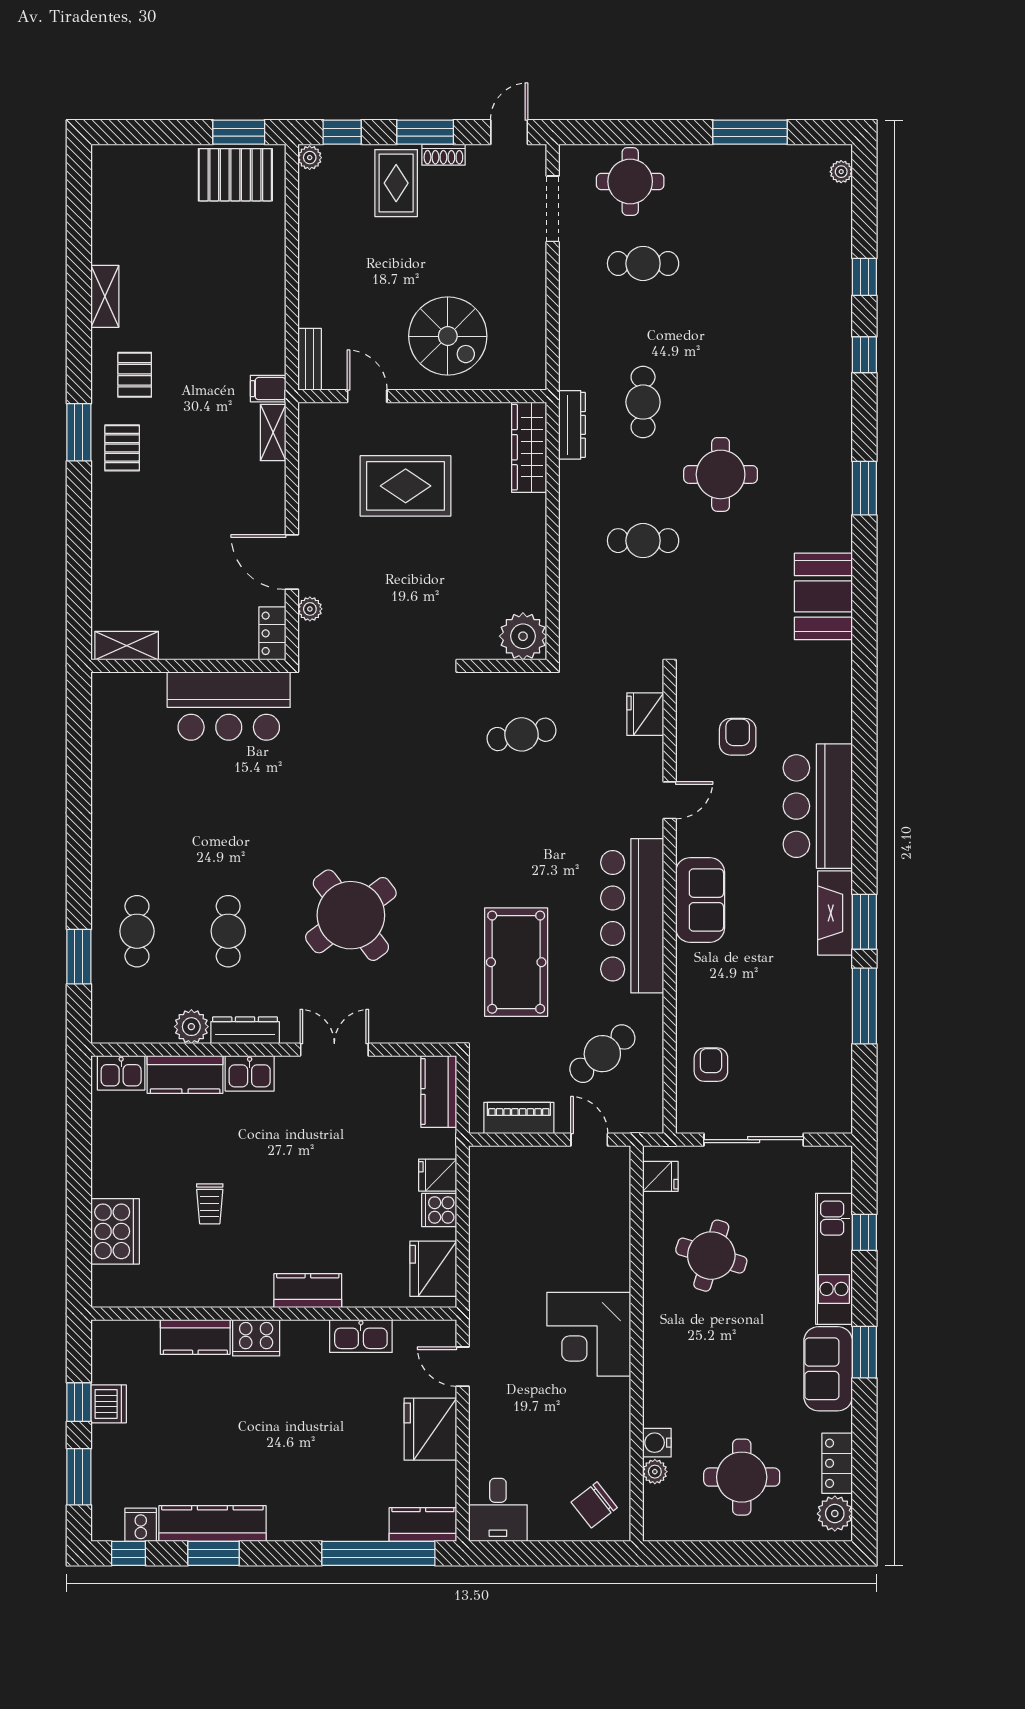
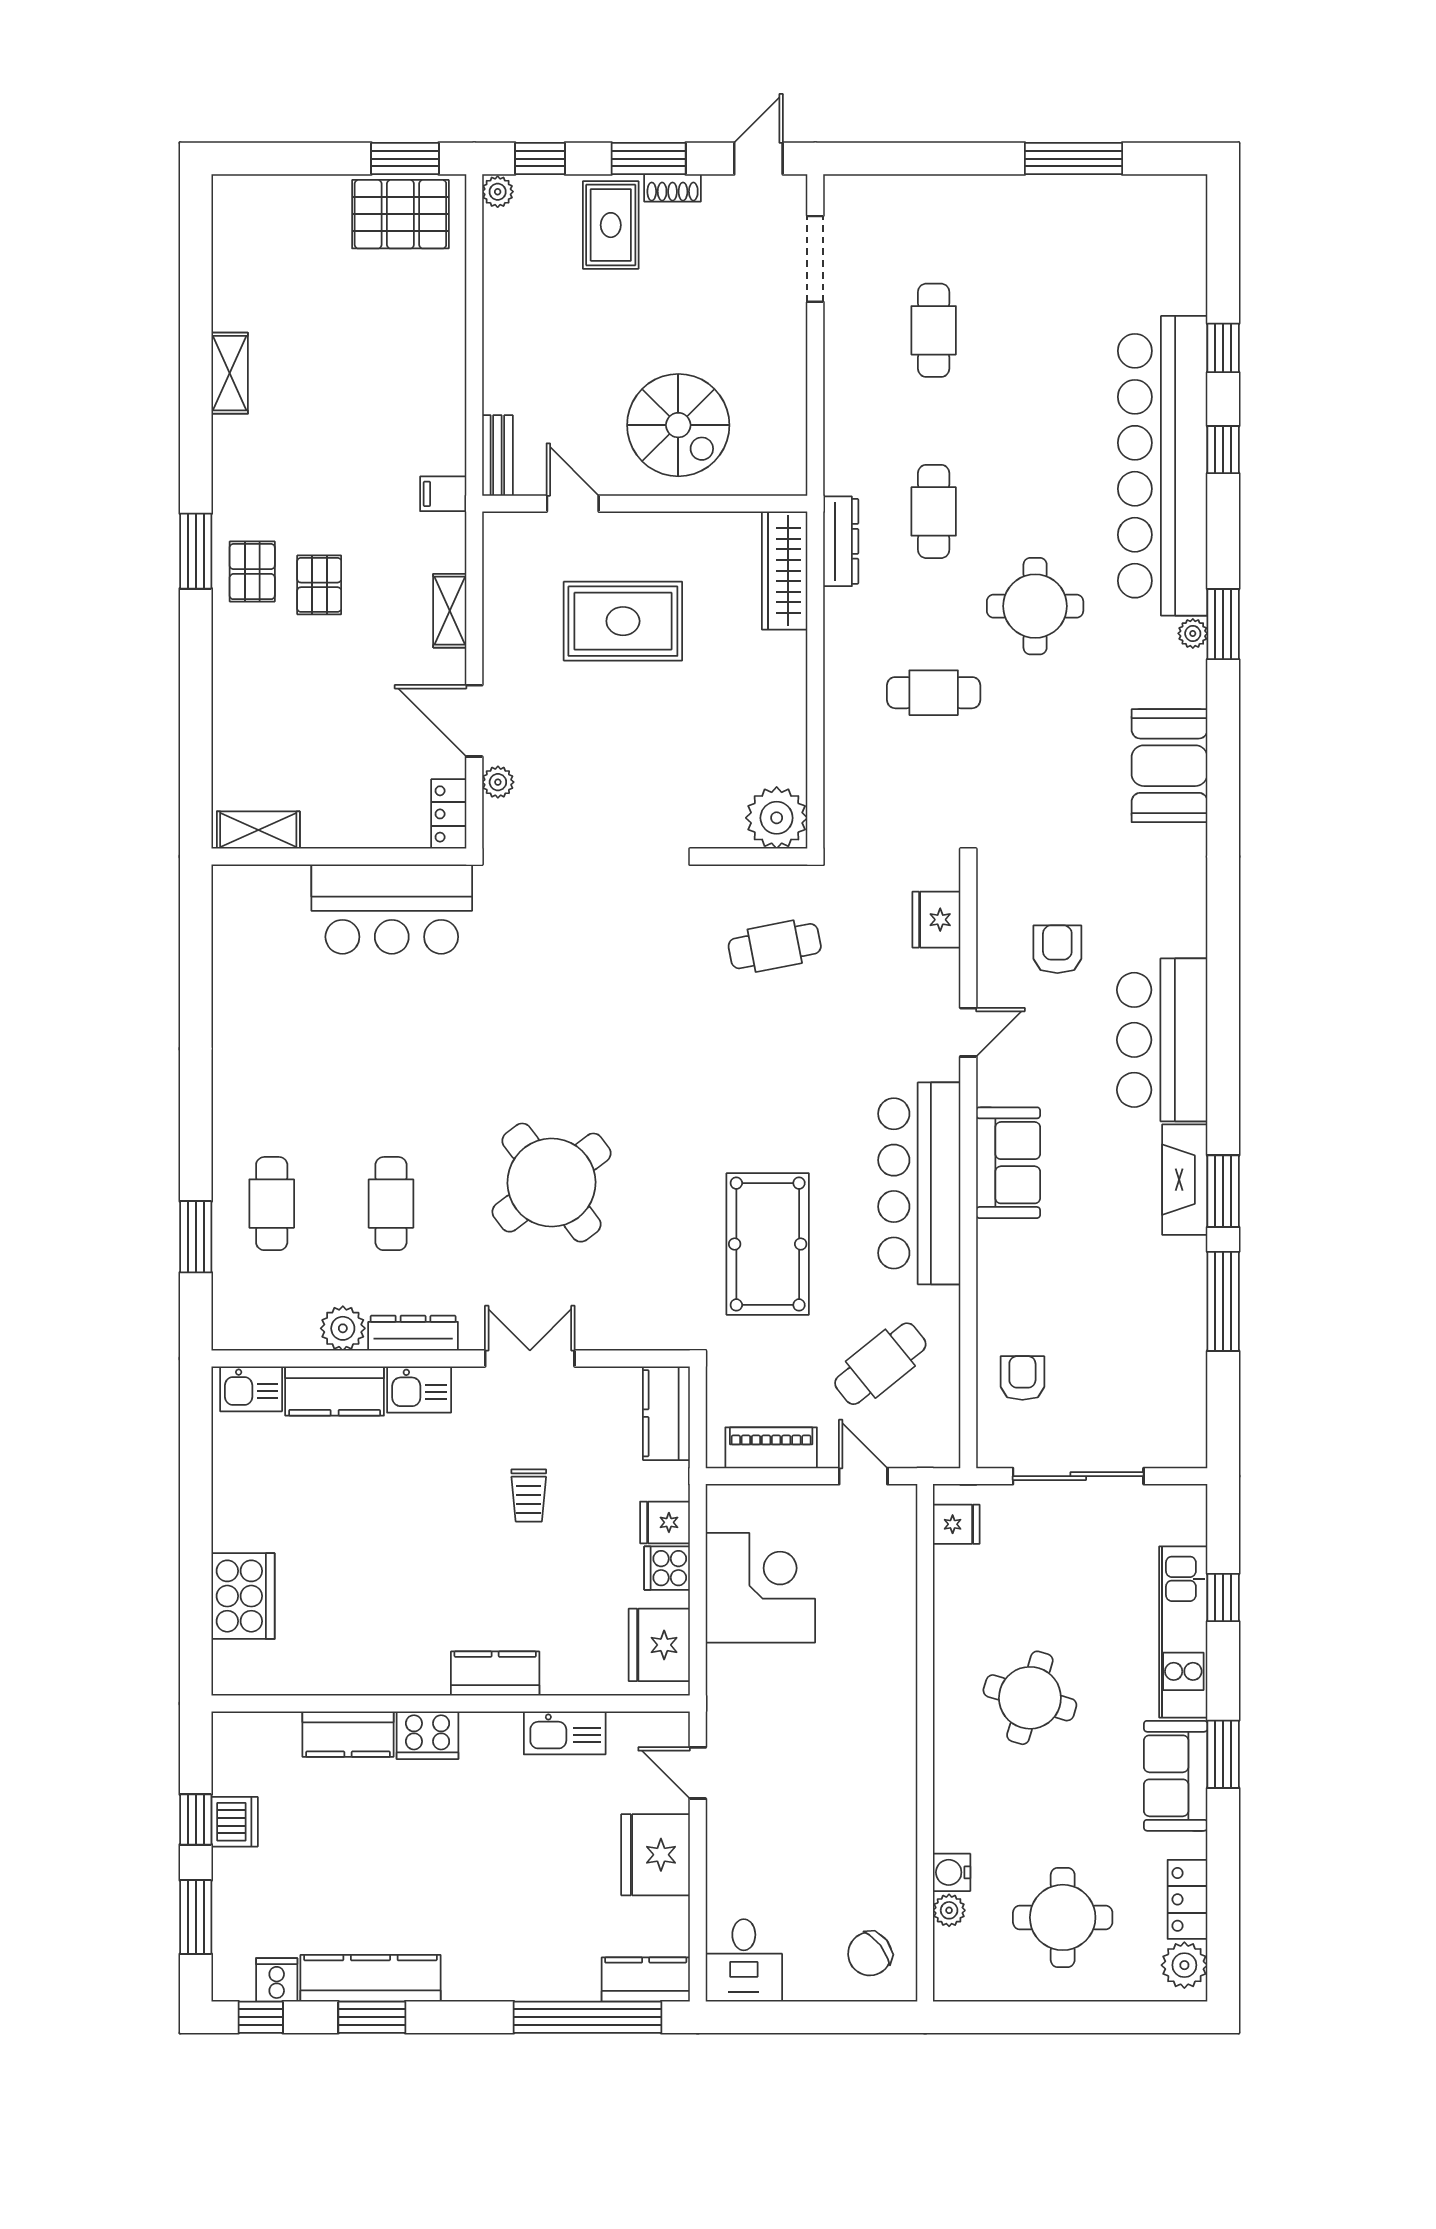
plant: (841, 172) -> (1193, 633), moved
round table: (630, 181) -> (917, 223), removed
cafe table: (643, 263) -> (934, 330), turned 90
bar counter: (818, 367) -> (1163, 466), added
pallet: (135, 375) -> (319, 585), moved
shelving: (273, 432) -> (450, 611), moved
trolley: (210, 1204) -> (529, 1495), moved
round table: (711, 1256) -> (1030, 1698), moved
corner desk: (589, 1334) -> (760, 1588), moved, turned 180

